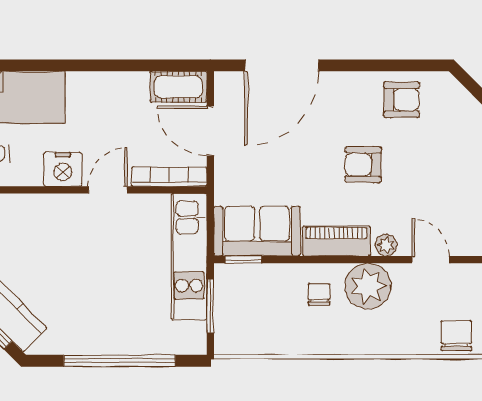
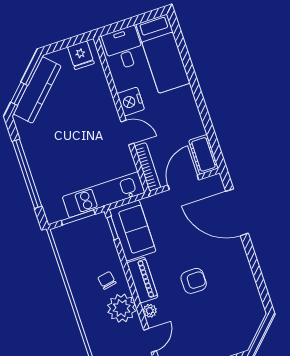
armchair: (402, 100) -> (240, 291), removed
armchair: (363, 165) -> (194, 281), turned 89
chair: (319, 294) -> (107, 280), turned -101

